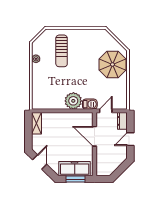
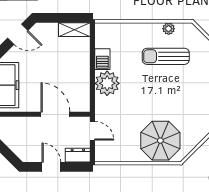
sun lounger: (62, 51) -> (166, 56), moved
barbecue: (90, 104) -> (102, 59), moved
door: (94, 136) -> (55, 114), hinge flipped

